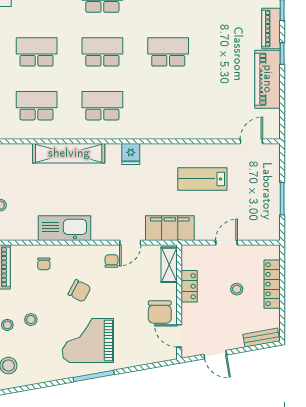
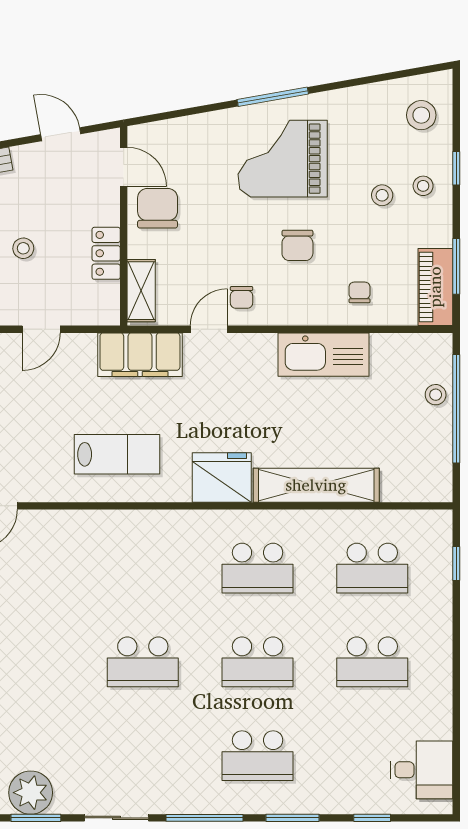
fridge: (131, 154) -> (222, 478), width x1.88, depth x1.34
lab bench: (202, 179) -> (117, 454), moved
chair: (79, 291) -> (297, 245), turned -118
grand piano: (88, 341) -> (283, 159), turned 180

